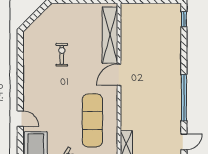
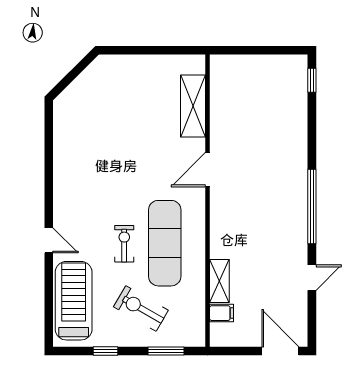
shelving: (110, 35) -> (193, 106), width x0.68
exercise bike: (62, 55) -> (124, 244), moved

